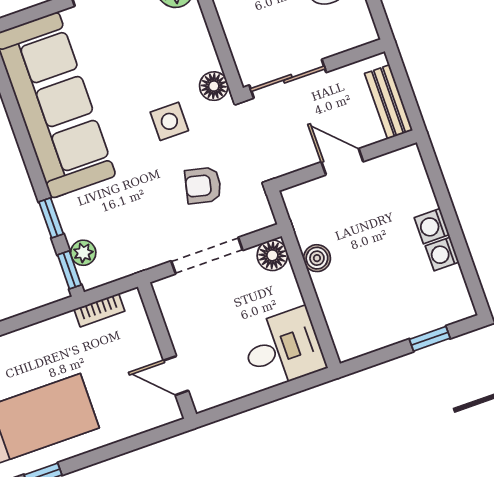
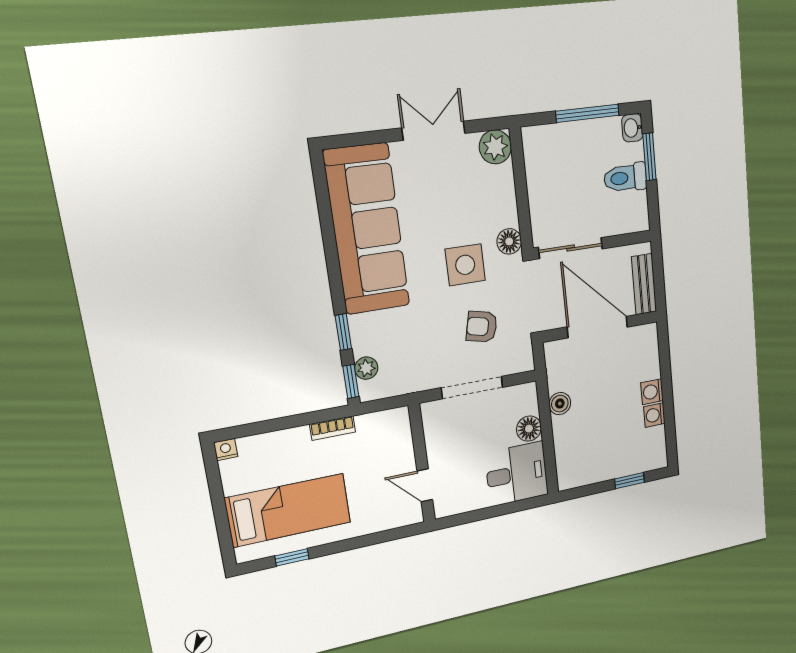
side table: (169, 121) -> (465, 265), width x1.37, depth x1.37
door: (342, 162) -> (597, 327), width x1.87
floor lamp: (272, 255) -> (529, 429), moved
bookcase: (99, 310) -> (333, 428), moved

